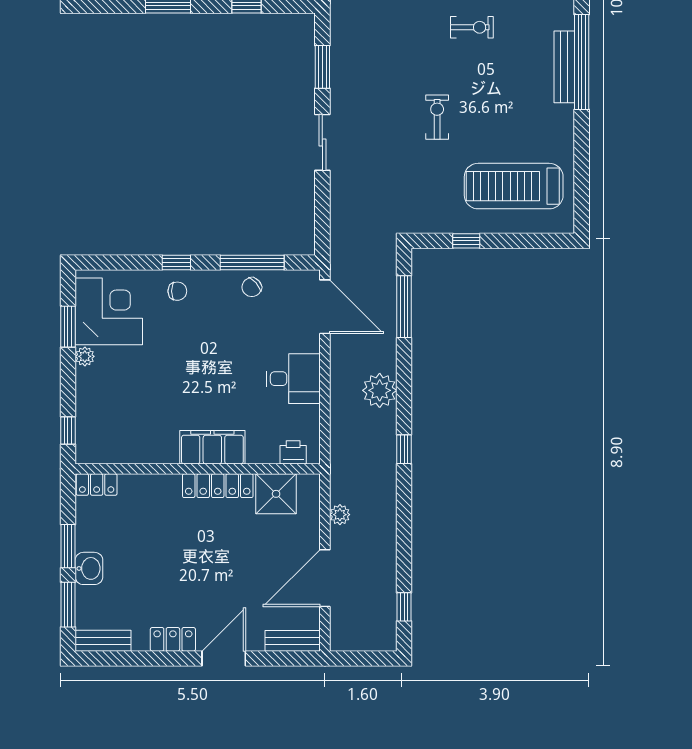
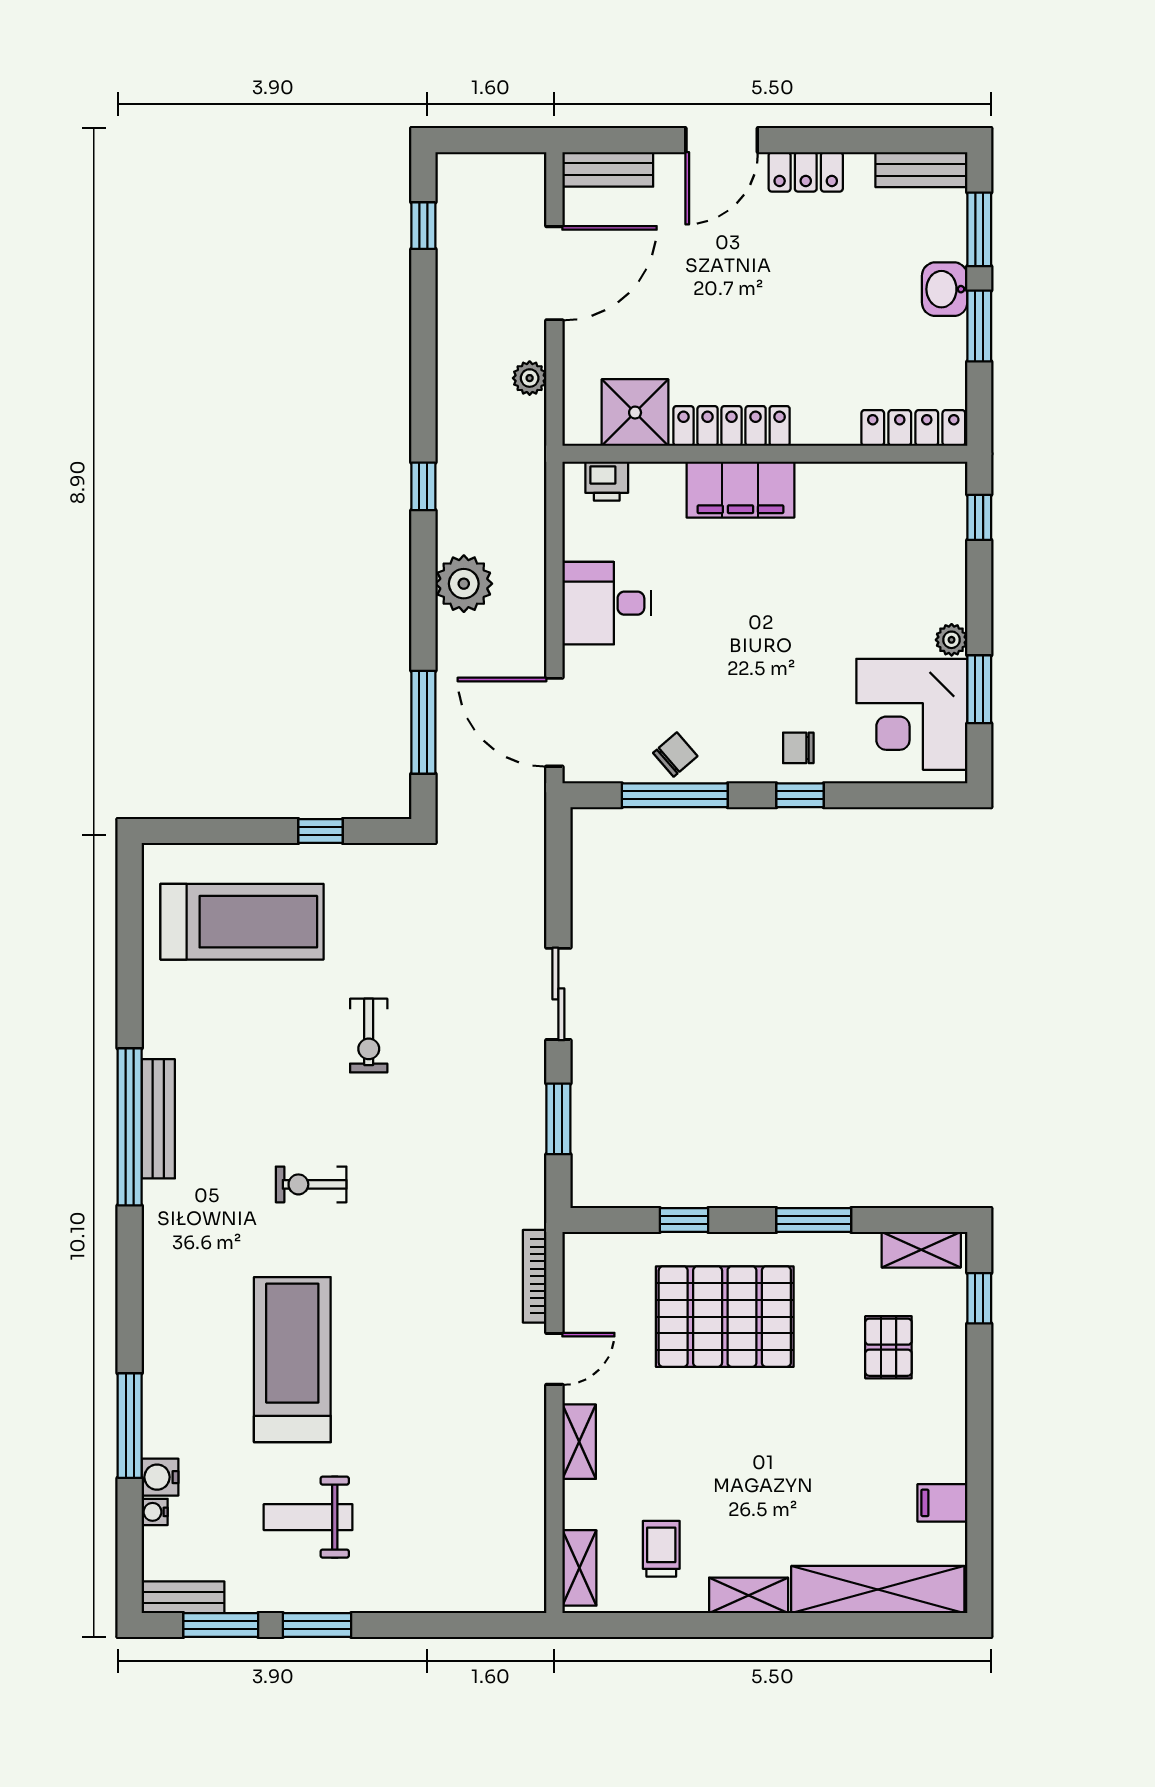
locker: (97, 485) -> (913, 428), width x1.53

